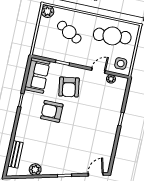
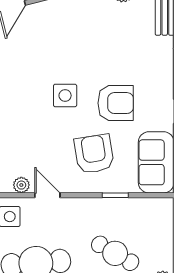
door: (98, 70) -> (47, 195), swing flipped
side table: (78, 121) -> (65, 95), added

